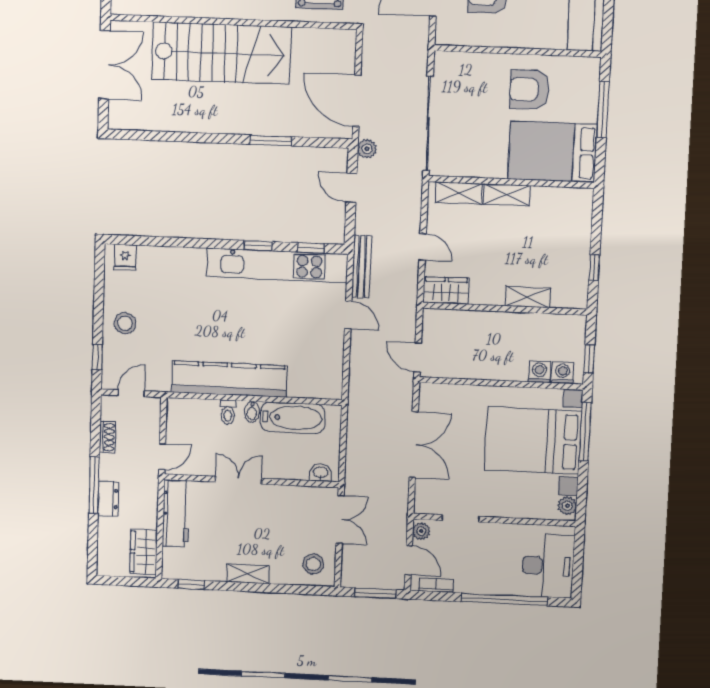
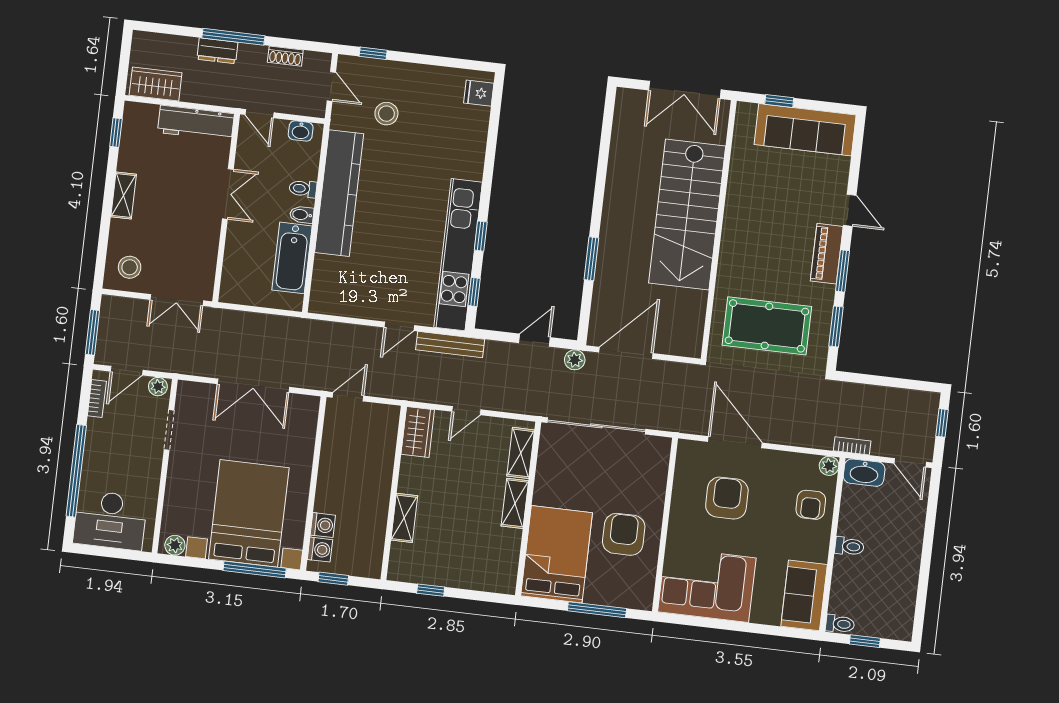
stool: (125, 323) -> (386, 114), moved
washbasin: (321, 473) -> (301, 131), moved, turned 90

